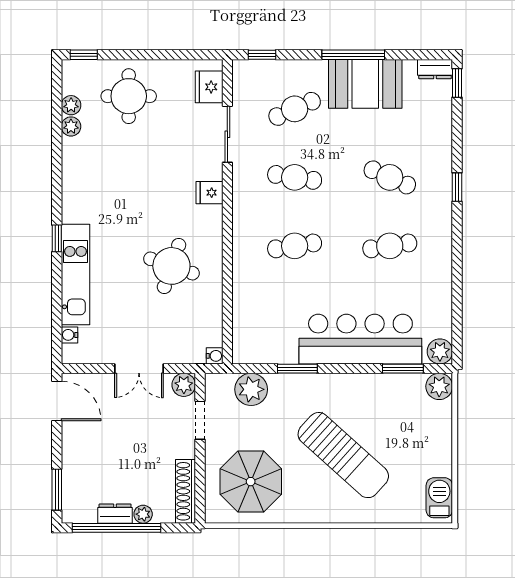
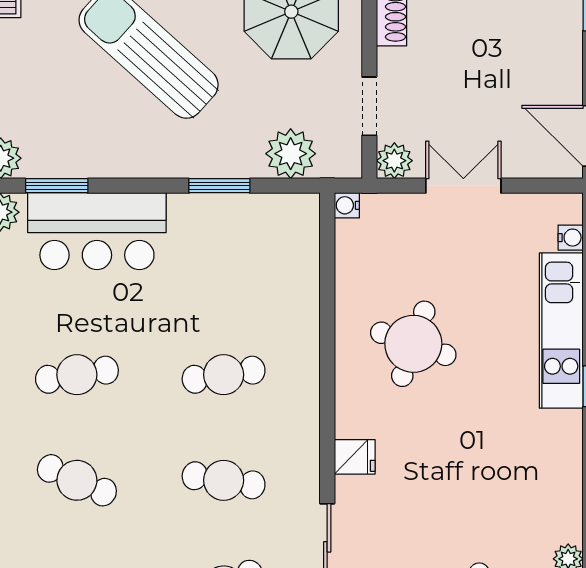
bar counter: (360, 339) -> (97, 231), width x0.73

